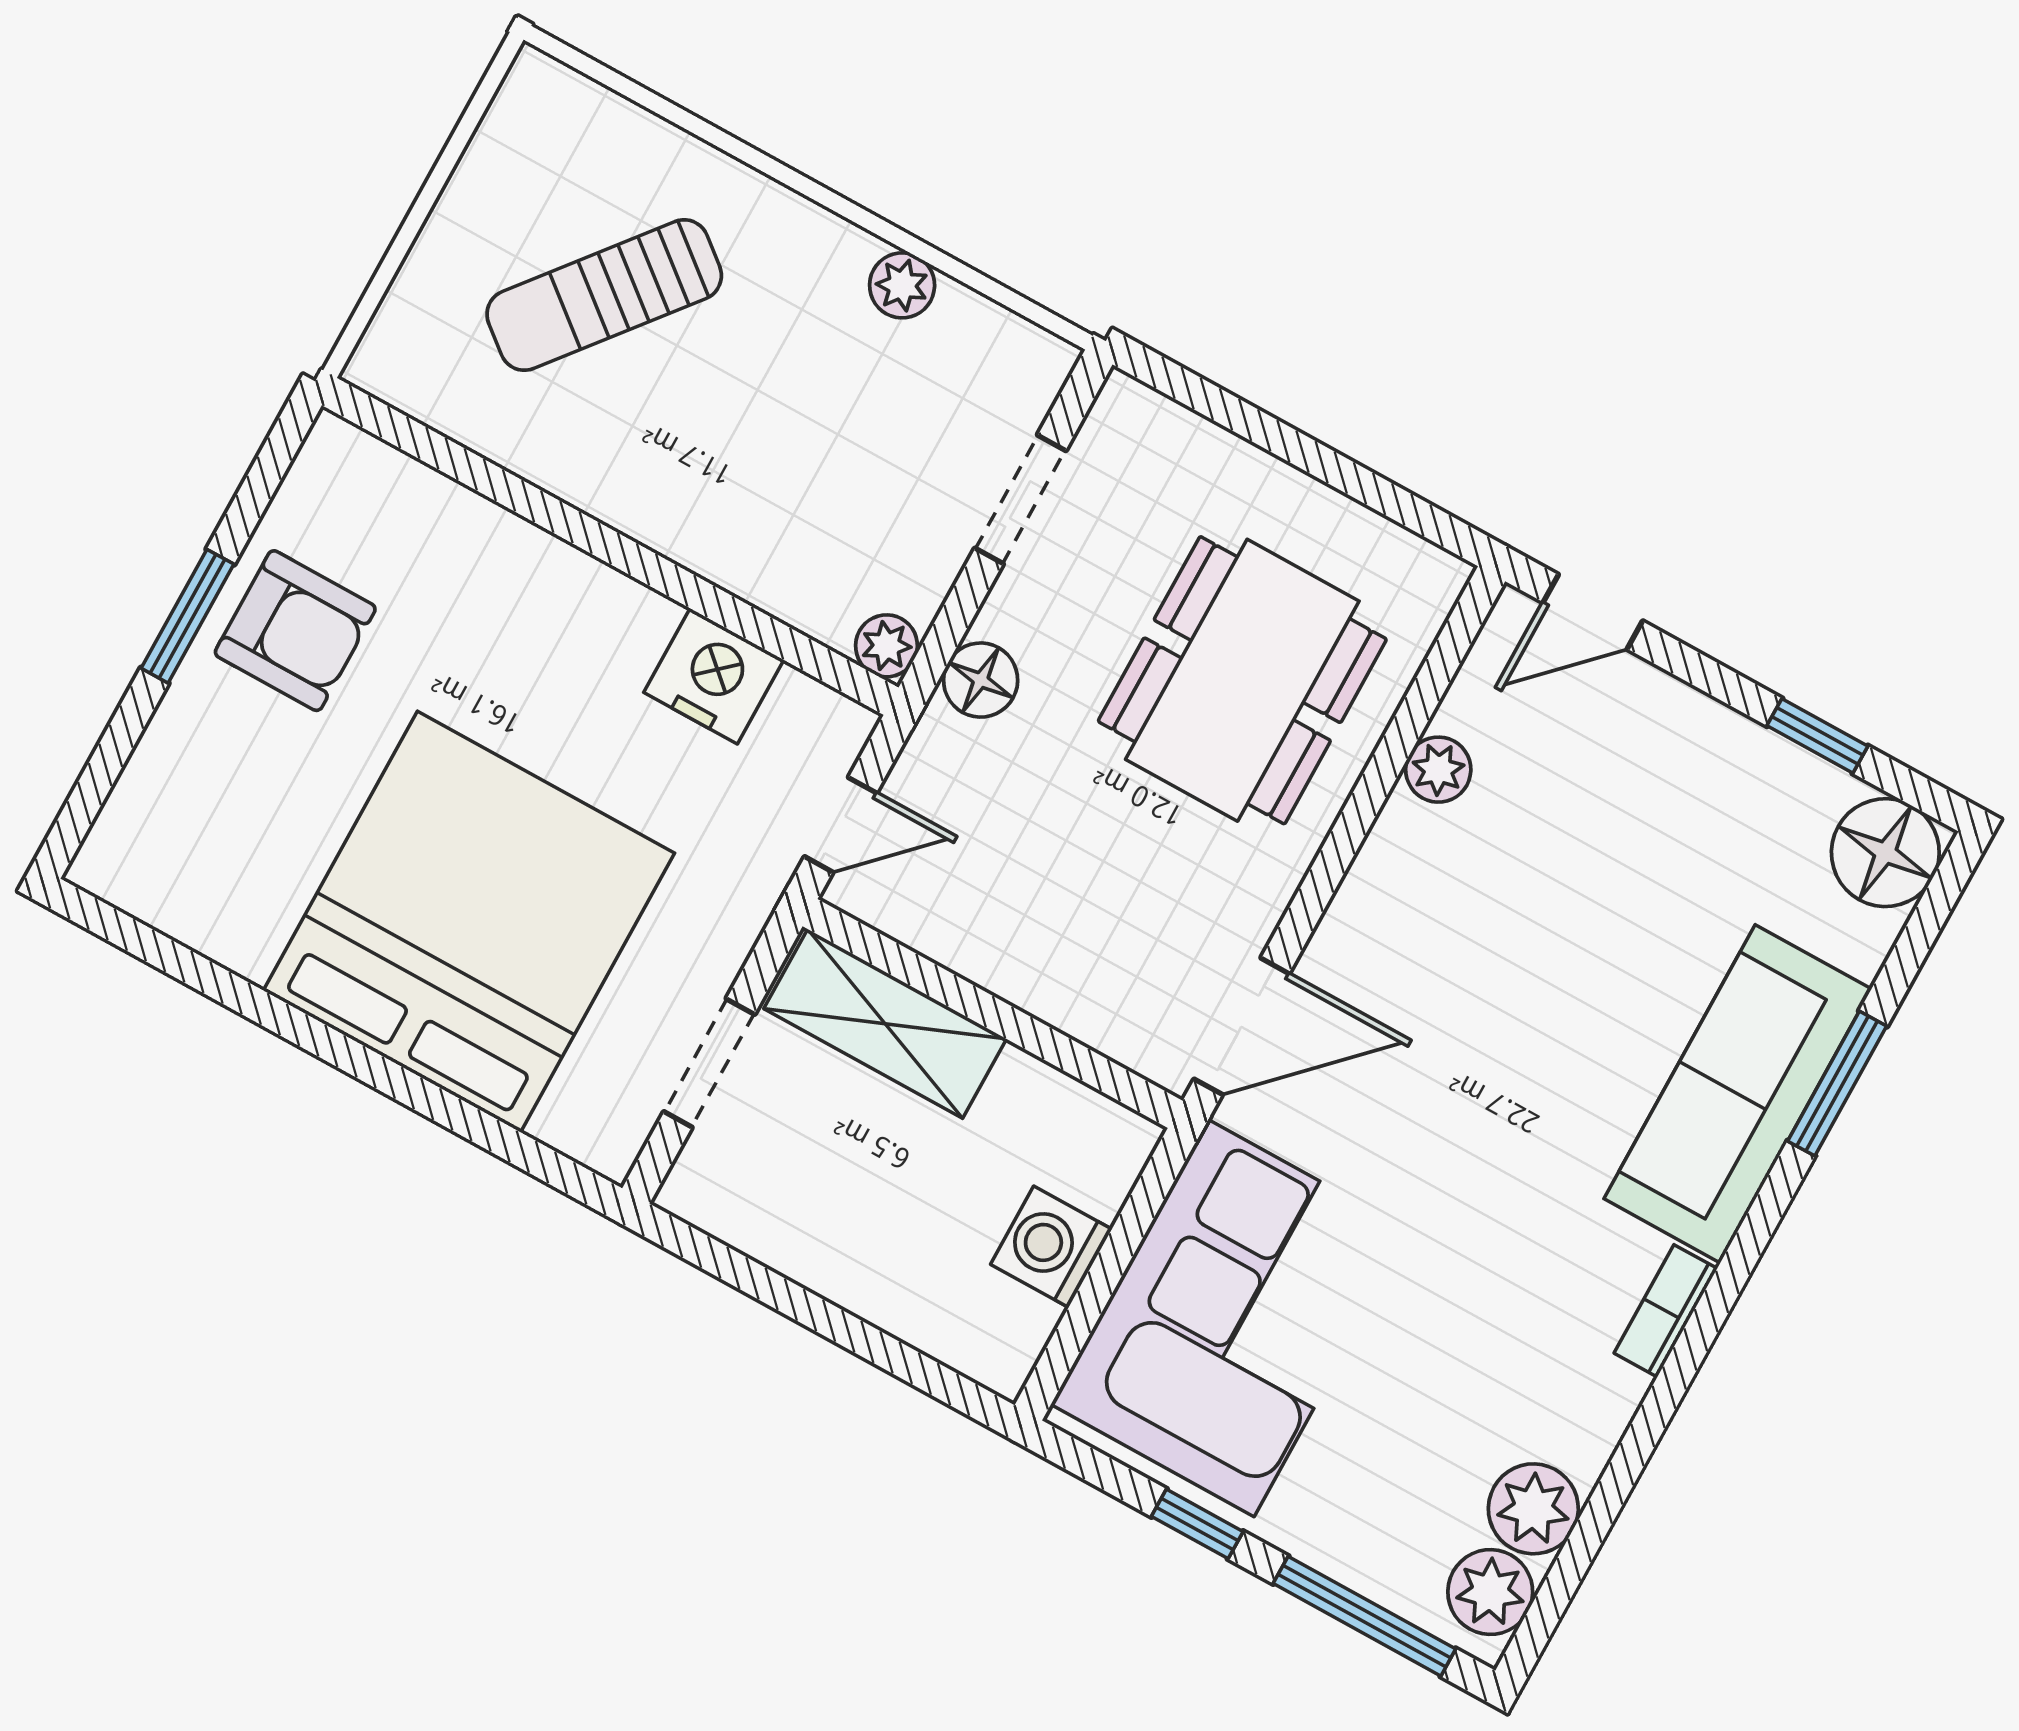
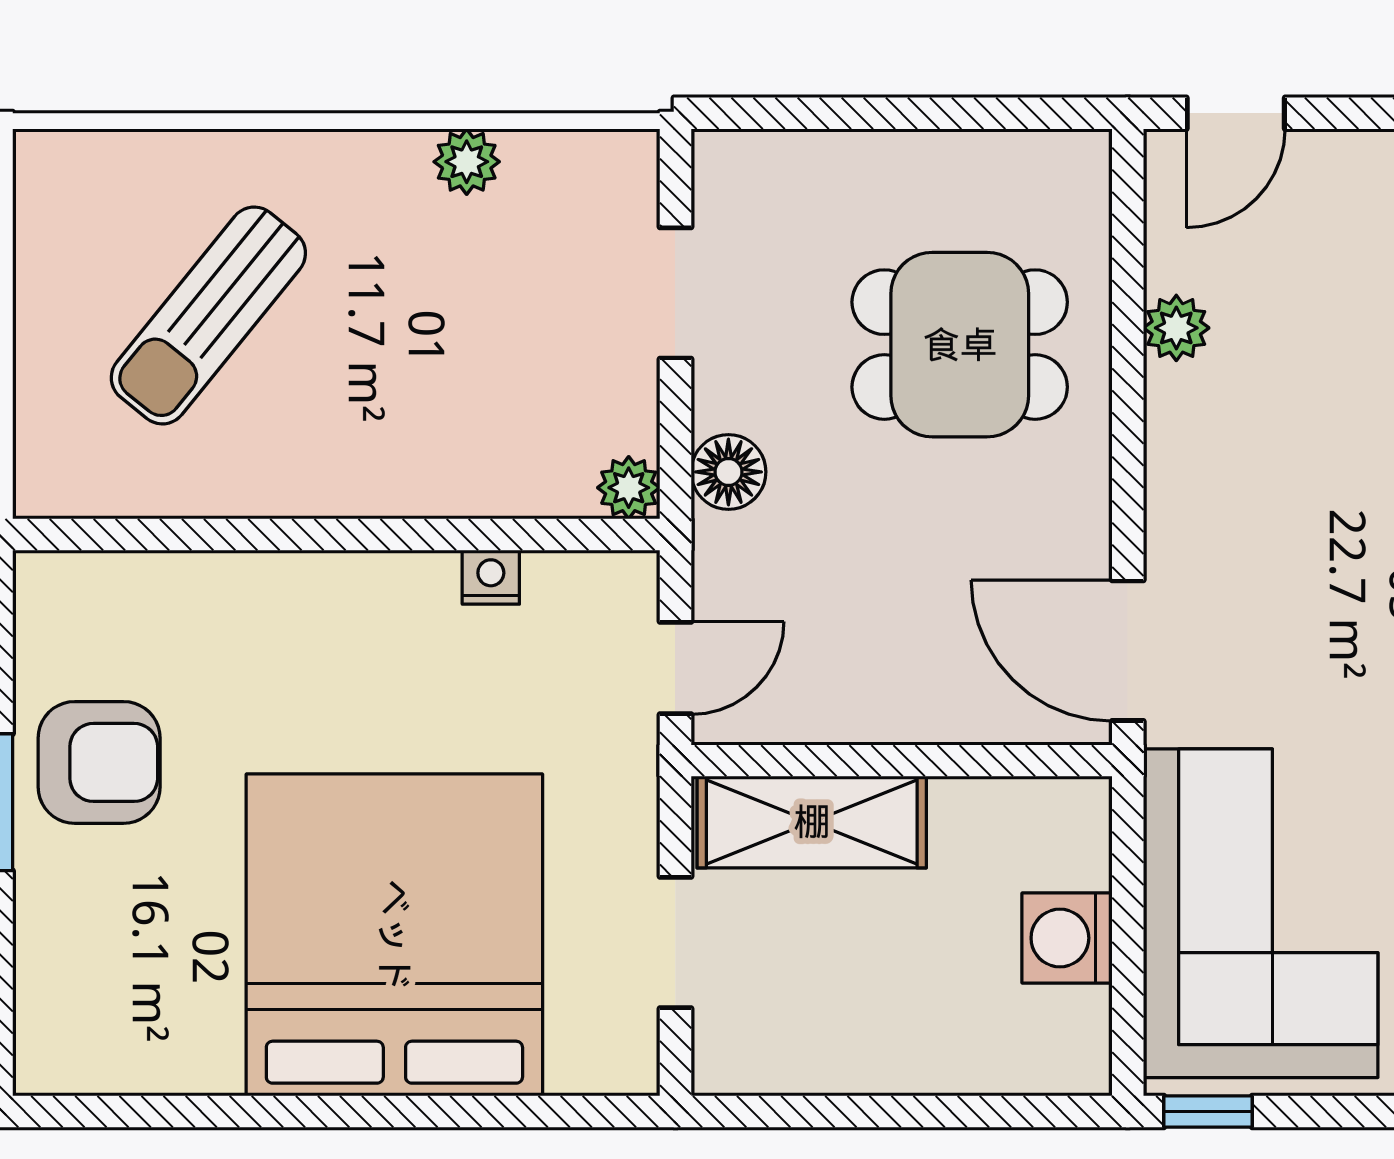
nightstand: (714, 676) -> (491, 577), width x0.53, depth x0.56
dining table: (1242, 680) -> (960, 345), width x0.73
door: (1242, 1026) -> (1128, 651), swing flipped
window: (1197, 1524) -> (1208, 1112), moved

